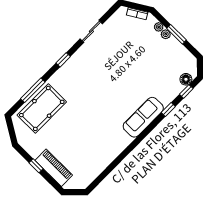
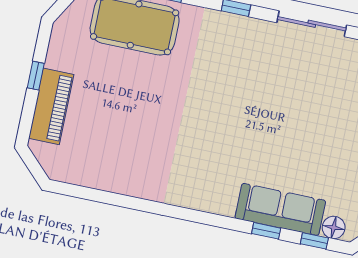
sliding door: (91, 31) -> (312, 24), width x1.37
sofa: (143, 117) -> (280, 209), moved

